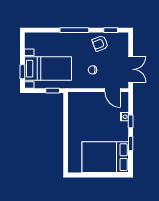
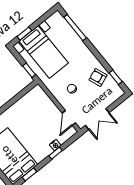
window: (74, 30) -> (75, 28), moved
window: (131, 143) -> (29, 174), moved

